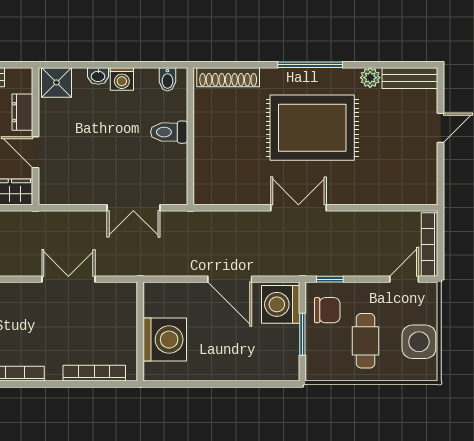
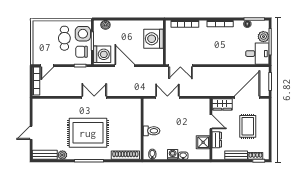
shower: (56, 82) -> (203, 142), moved
double door: (298, 208) -> (94, 97), swing flipped
double door: (68, 279) -> (180, 66), moved
side table: (419, 342) -> (83, 34), moved
boiler: (273, 371) -> (105, 25), added

